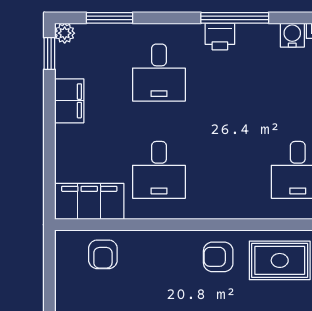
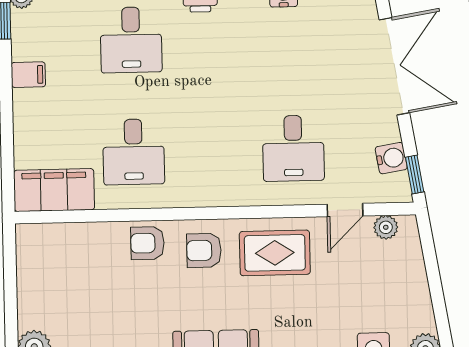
filing cabinet: (69, 101) -> (28, 75), width x0.50
armchair: (103, 254) -> (147, 243), moved, turned 90

